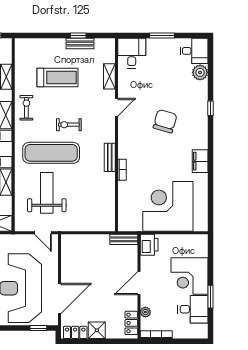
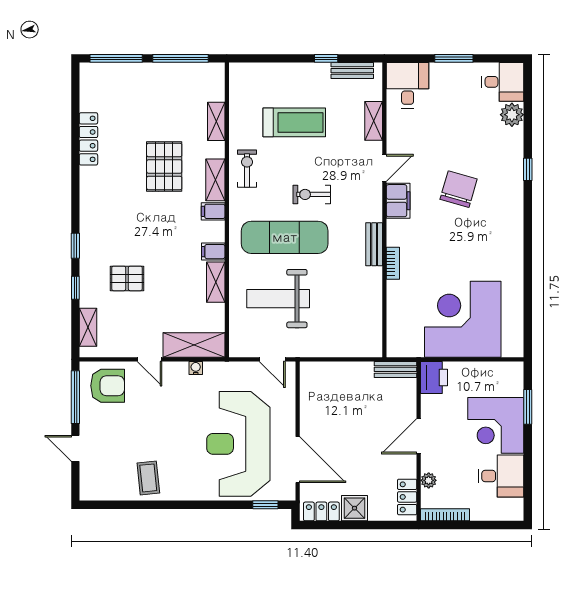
bench: (80, 43) -> (352, 71), moved
filing cabinet: (200, 161) -> (398, 201), moved, turned 180
weight bench: (47, 193) -> (278, 299), turned -90
window: (210, 297) -> (528, 407), moved
door: (60, 299) -> (298, 460), hinge flipped

